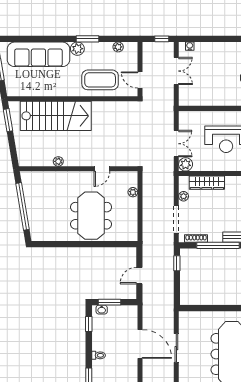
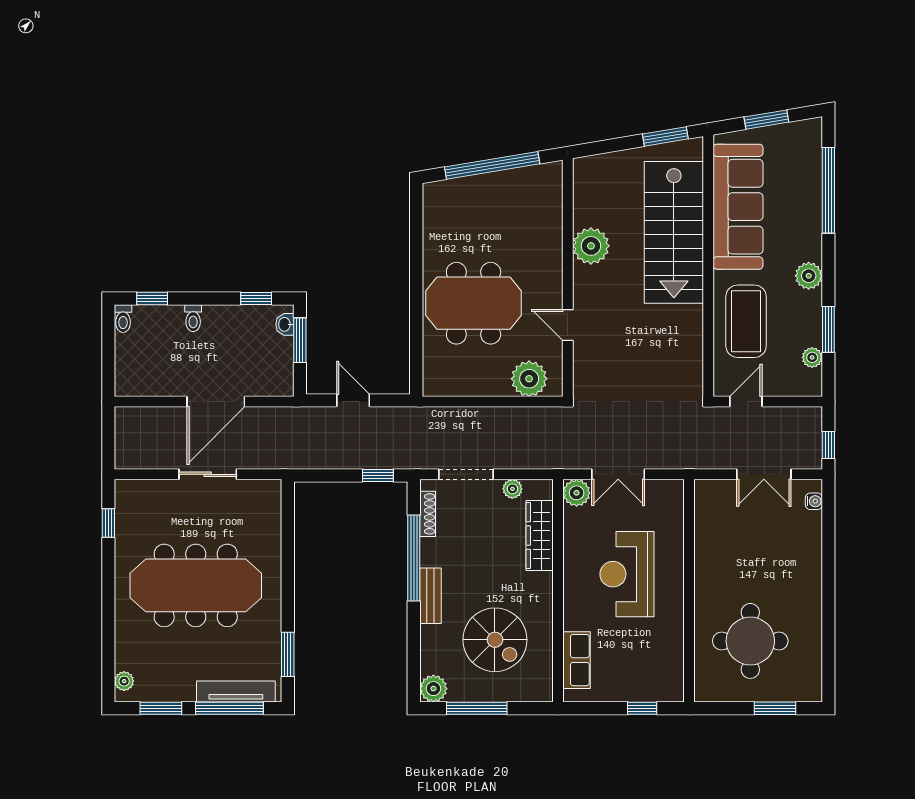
window: (35, 39) -> (828, 190), added
window: (87, 39) -> (828, 329), moved
sofa: (38, 54) -> (738, 207), moved, turned 180
plant: (58, 161) -> (591, 246), width x1.87, depth x1.87
plant: (133, 192) -> (529, 379), width x1.87, depth x1.87

